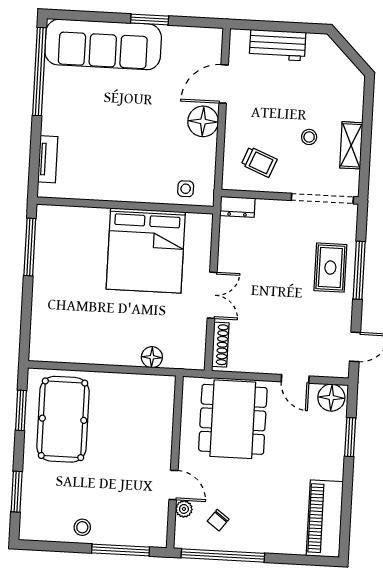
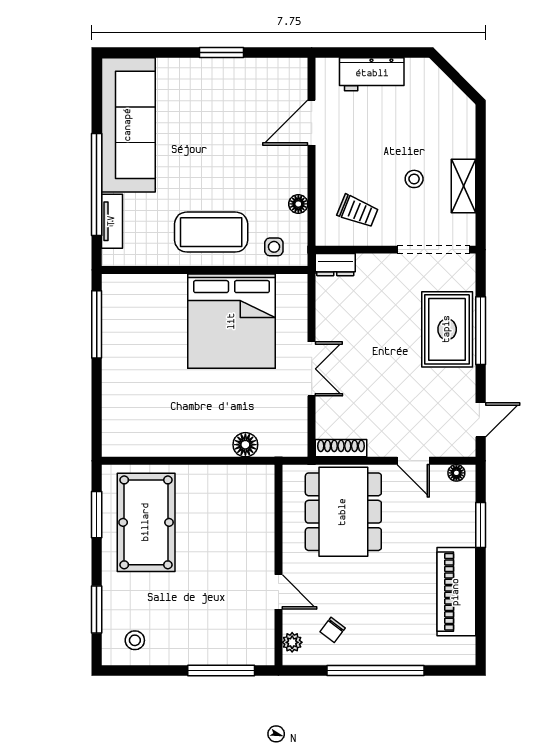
sofa: (103, 44) -> (128, 125), moved, turned -90
window: (39, 72) -> (97, 184), moved
floor lamp: (203, 121) -> (298, 204), moved, width x0.53, depth x0.53
coffee table: (132, 173) -> (211, 232), added
rug: (330, 268) -> (447, 329), width x1.36, depth x1.43
shoe rack: (220, 345) -> (341, 448), moved, turned -90
floor lamp: (331, 398) -> (456, 473), width x0.53, depth x0.53
plant: (184, 509) -> (292, 642), moved
piano: (325, 519) -> (456, 592), moved
stool: (82, 527) -> (135, 640), moved
window: (223, 555) -> (376, 671), moved

